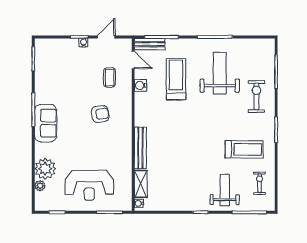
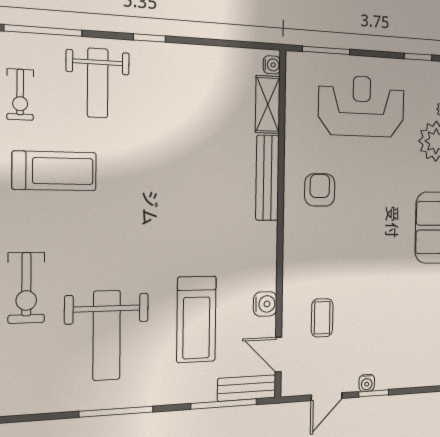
armchair: (100, 114) -> (320, 190), moved, turned 98
treadmill: (244, 149) -> (55, 171), turned 180

